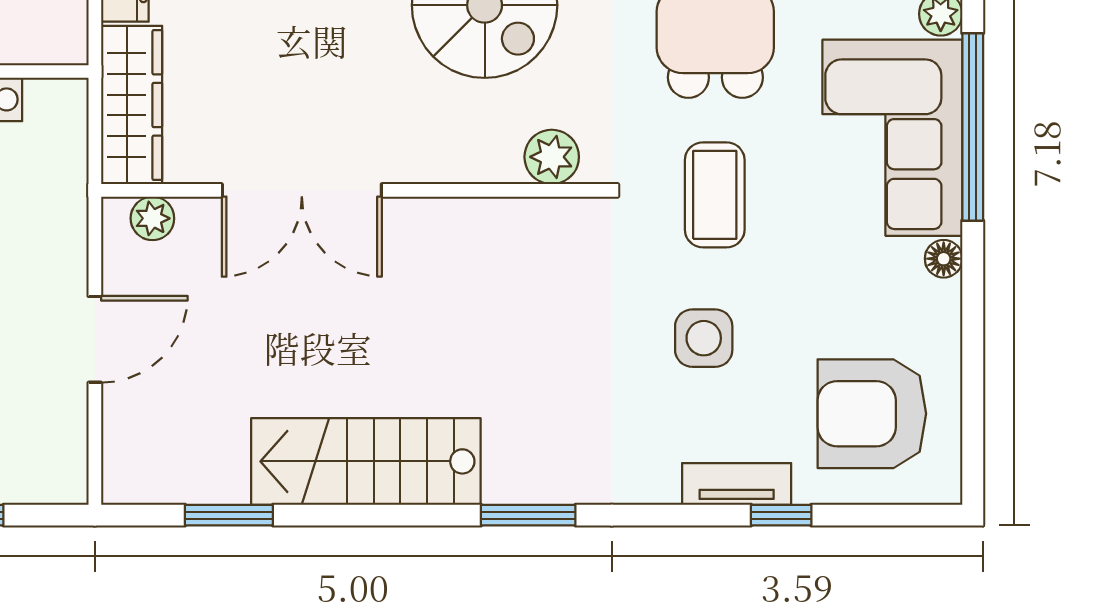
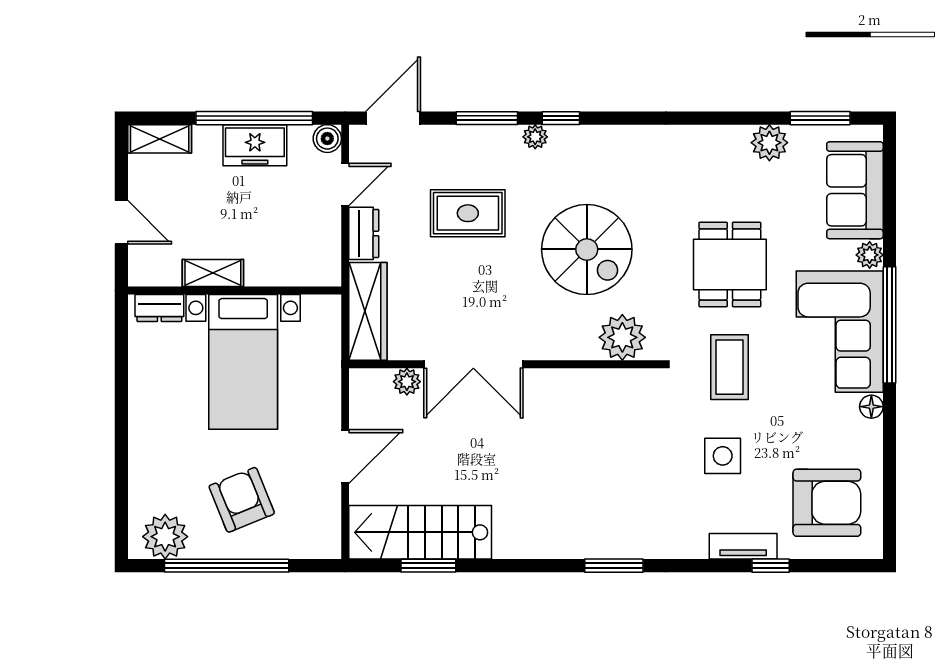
plant: (552, 157) -> (622, 337), width x1.36, depth x1.36
plant: (152, 218) -> (407, 382), moved
armchair: (872, 414) -> (827, 503), turned 180
stairs: (366, 461) -> (420, 532), moved

